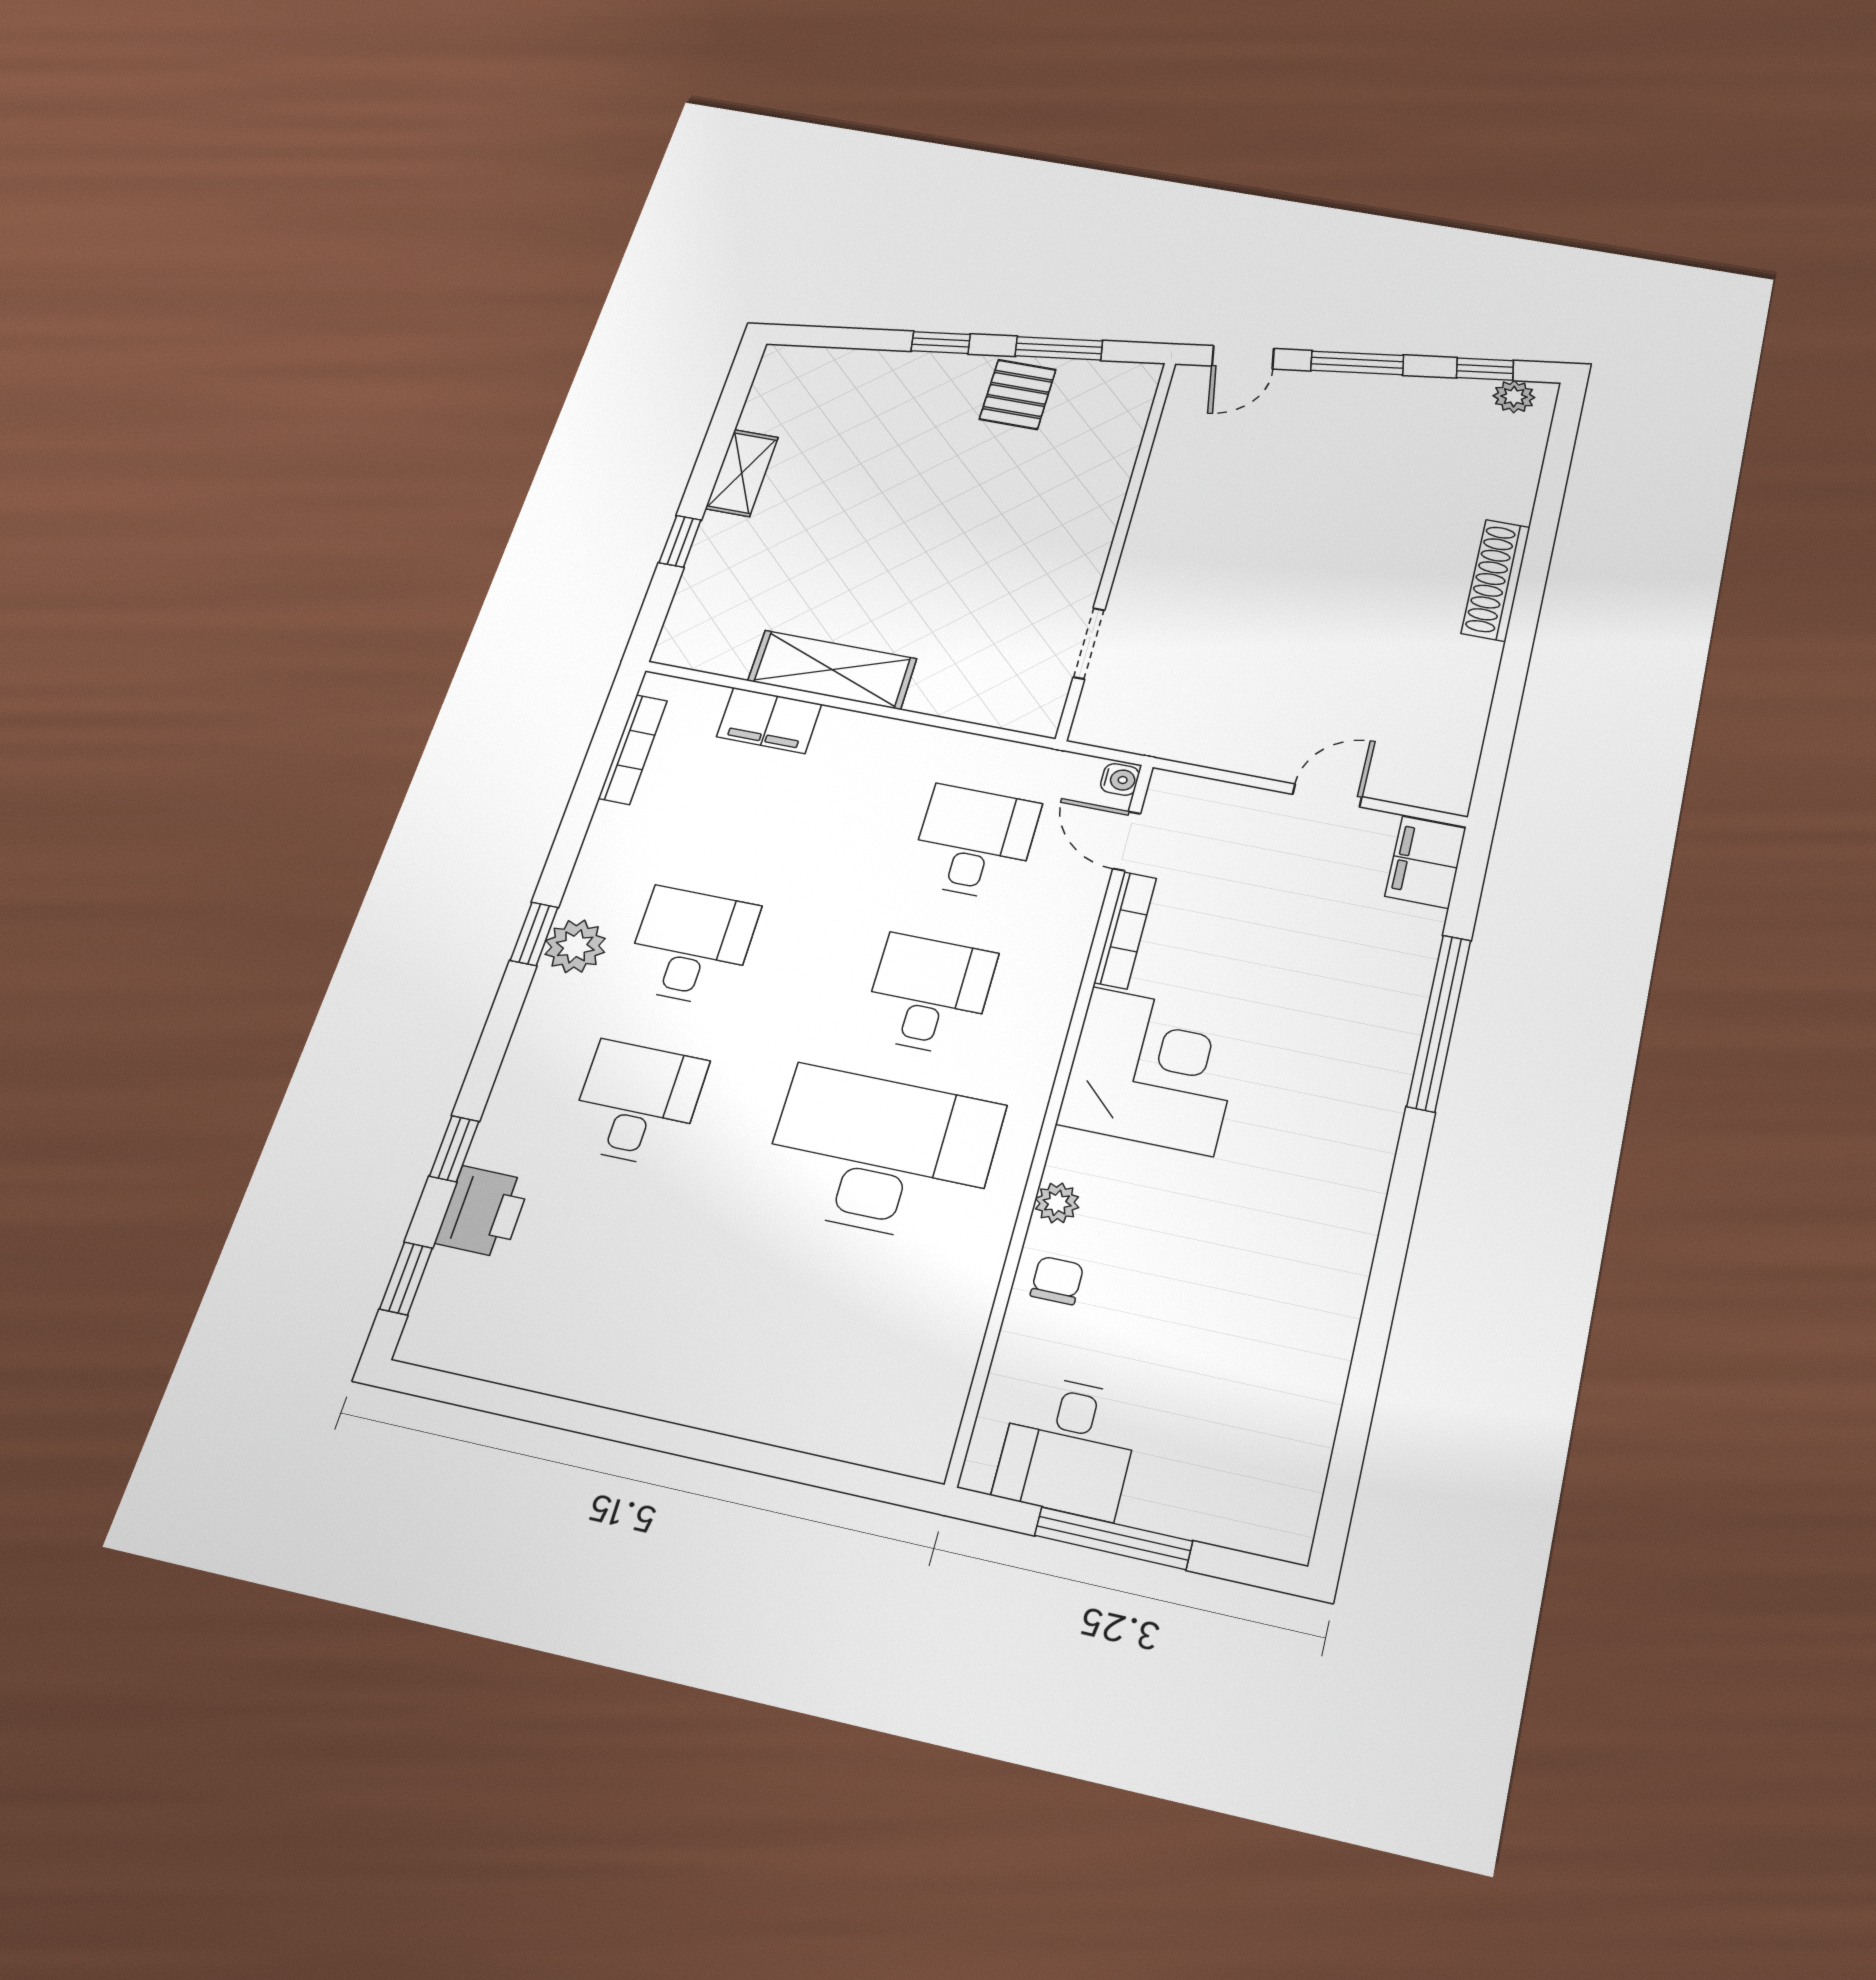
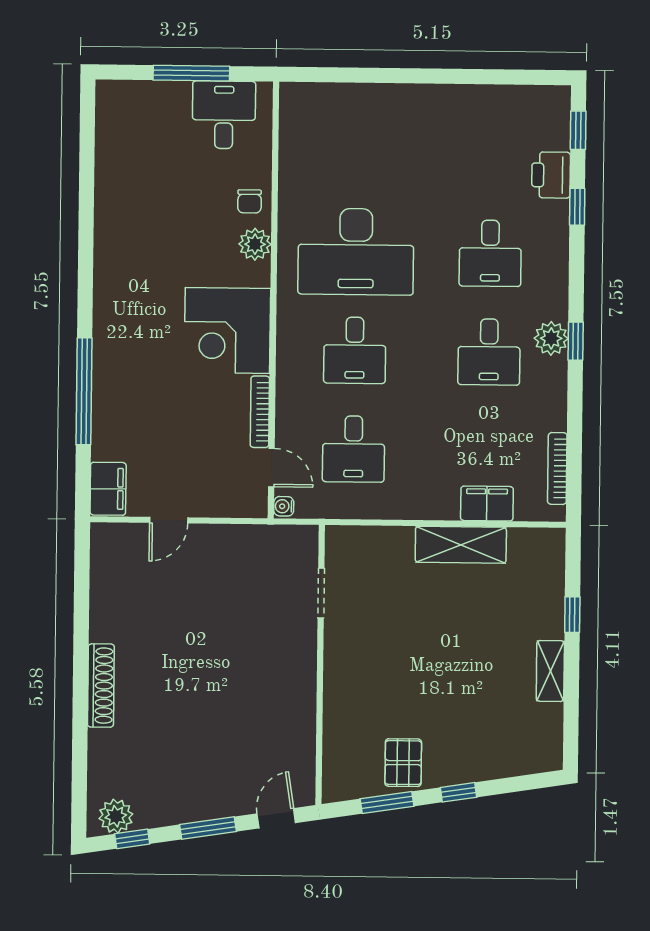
plant: (1514, 397) -> (116, 816), width x1.38, depth x1.38
plant: (1057, 1203) -> (255, 244), width x1.38, depth x1.38

